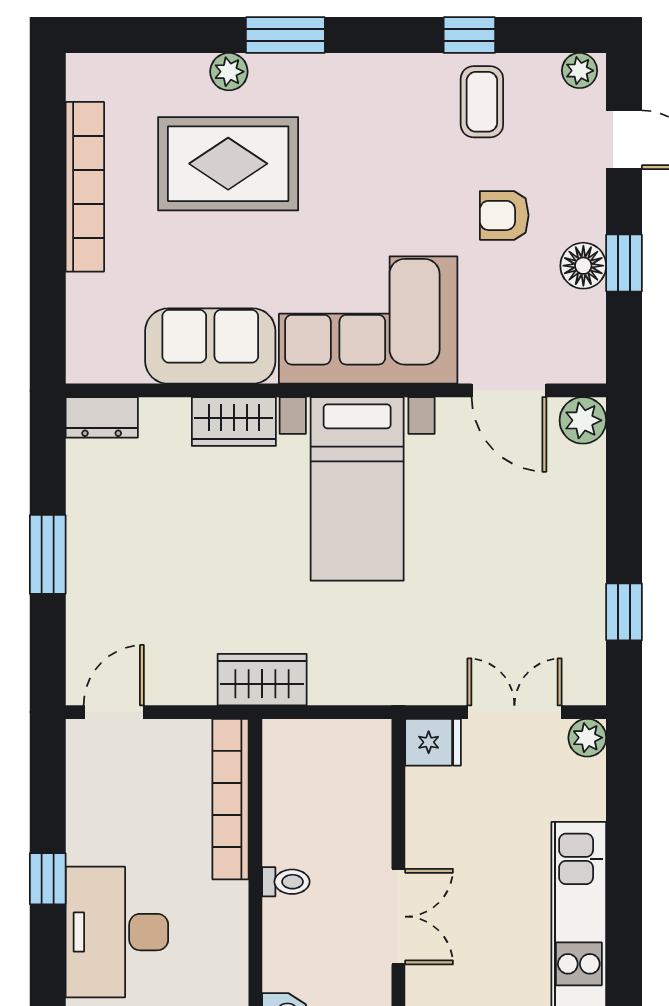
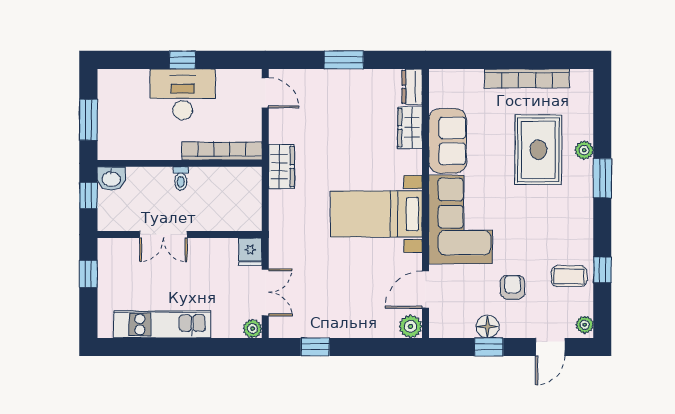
wardrobe: (234, 421) -> (410, 128), moved
desk: (117, 932) -> (183, 94), moved

